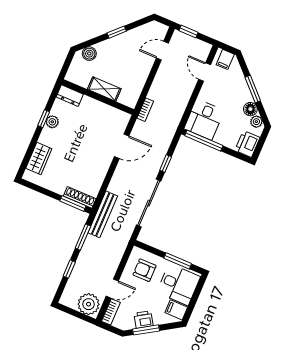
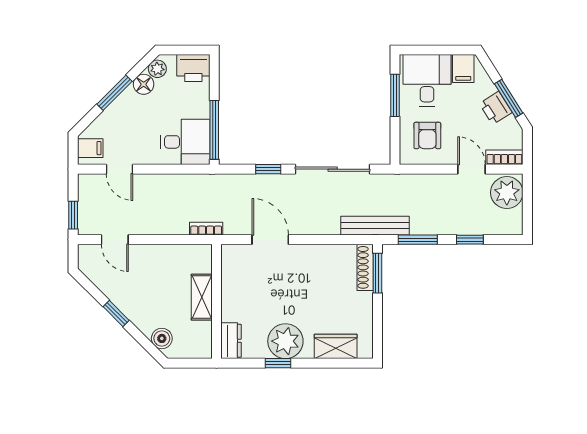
door: (205, 72) -> (120, 169), hinge flipped
plant: (52, 122) -> (285, 341), width x1.87, depth x1.87

